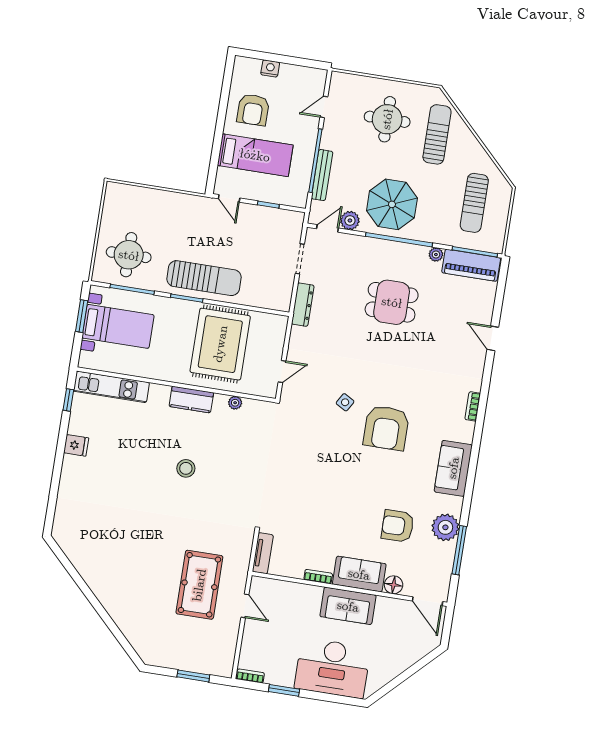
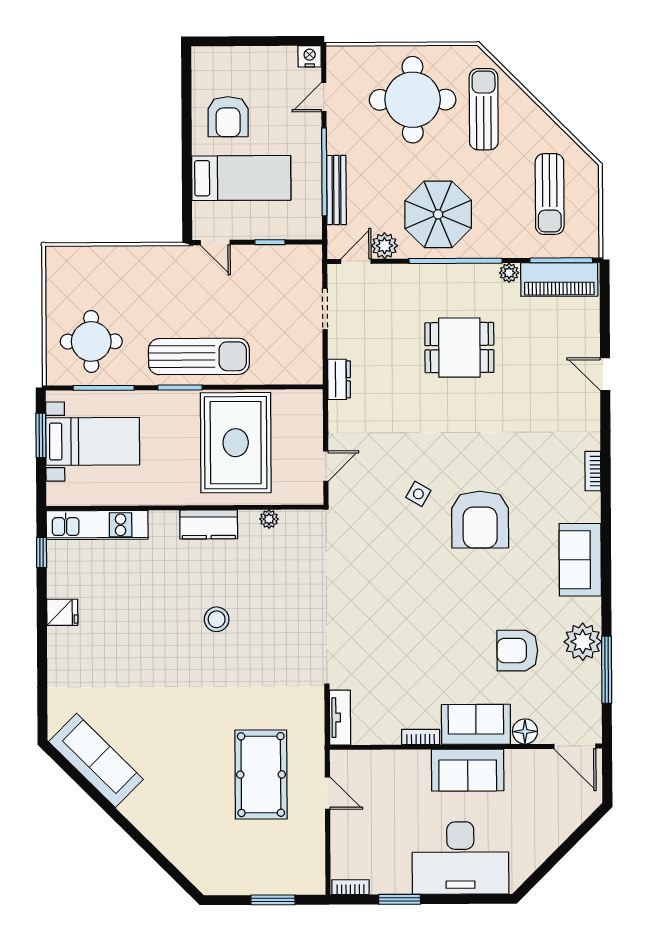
nightstand: (270, 68) -> (310, 56), moved
round table: (387, 119) -> (413, 100), width x1.36, depth x1.36
dresser: (303, 305) -> (339, 379), width x0.70
sofa: (83, 555) -> (96, 760), added

